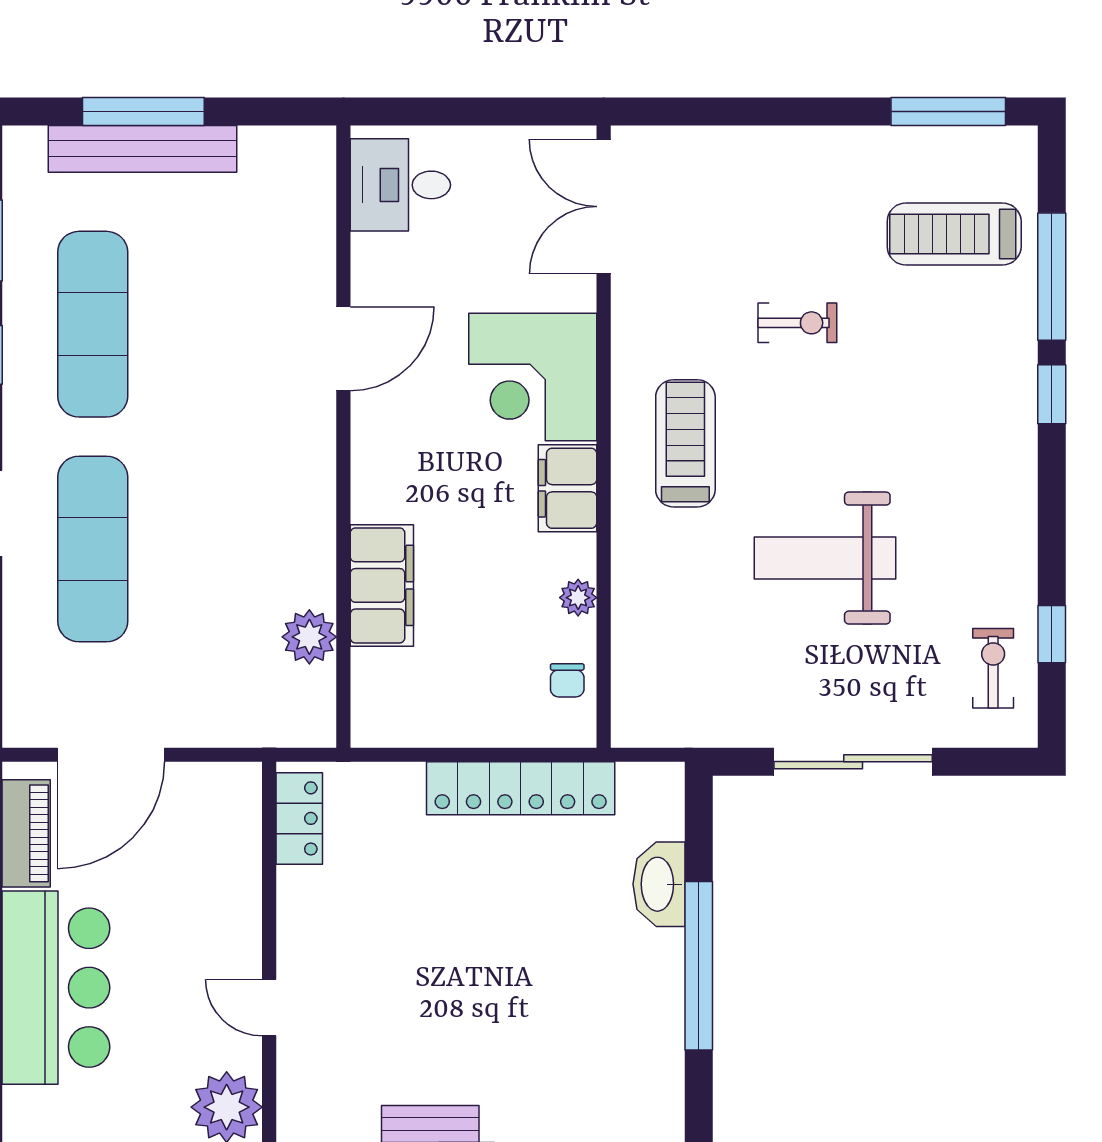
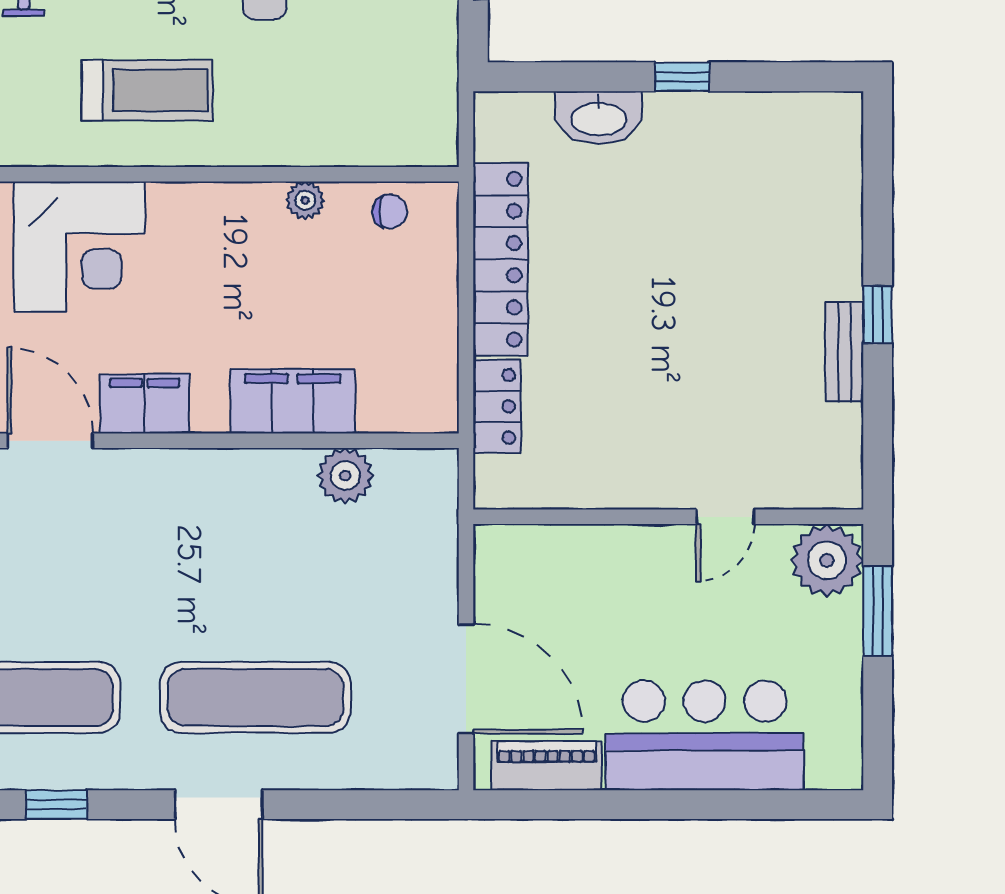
treadmill: (685, 443) -> (147, 90), turned 180
filing cabinet: (568, 488) -> (145, 404), moved, turned 180
locker: (299, 818) -> (497, 406), moved, turned 90
window: (699, 966) -> (682, 77), width x0.32

